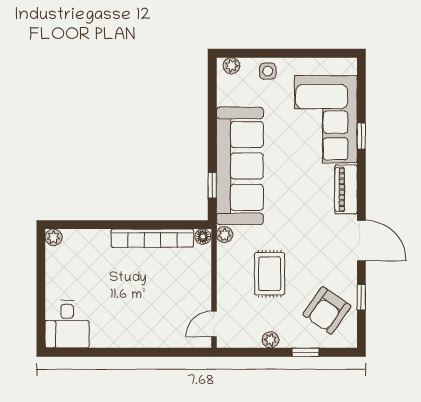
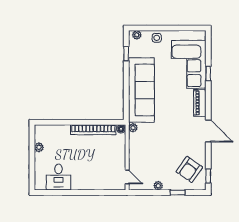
window: (212, 185) -> (126, 54), moved
plant: (54, 237) -> (39, 147), moved
rug: (270, 274) -> (158, 149), removed
window: (361, 297) -> (208, 176), moved
desk: (67, 324) -> (58, 177), moved
door: (214, 324) -> (127, 177), swing flipped

